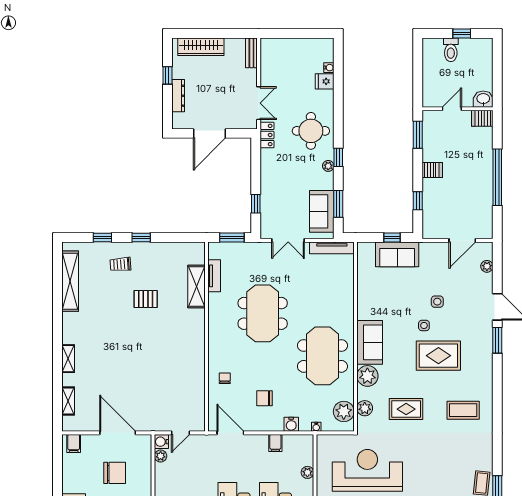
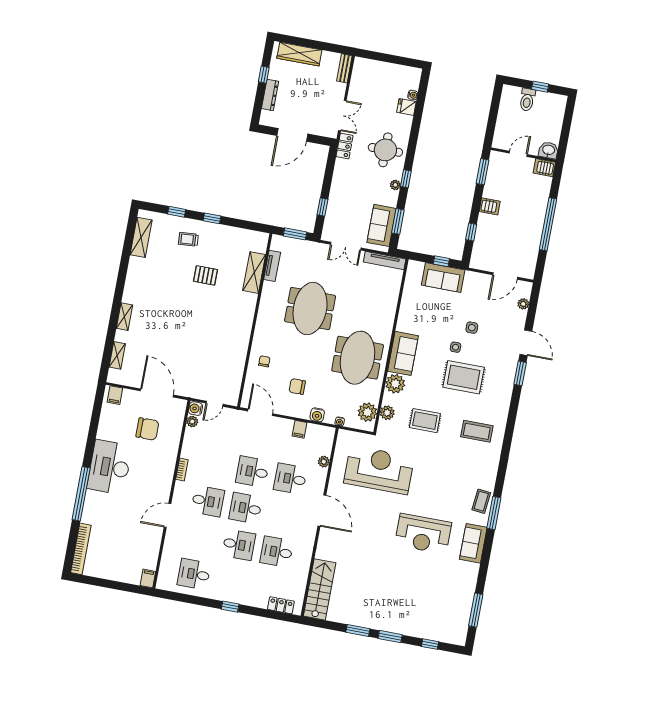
shelving: (70, 281) -> (141, 237), width x0.68

